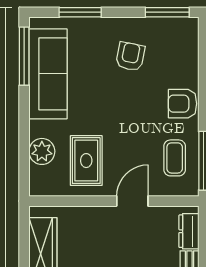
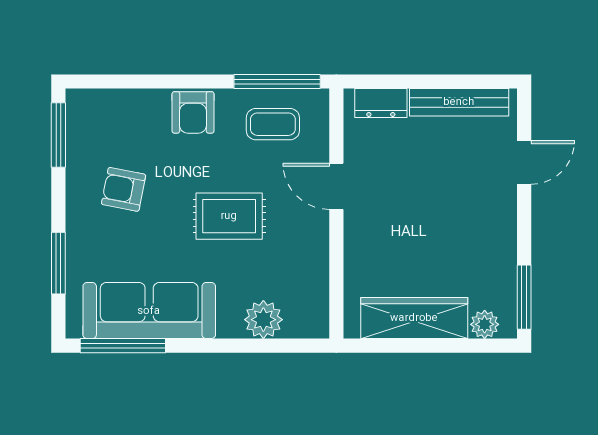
rug: (86, 161) -> (229, 216), moved

